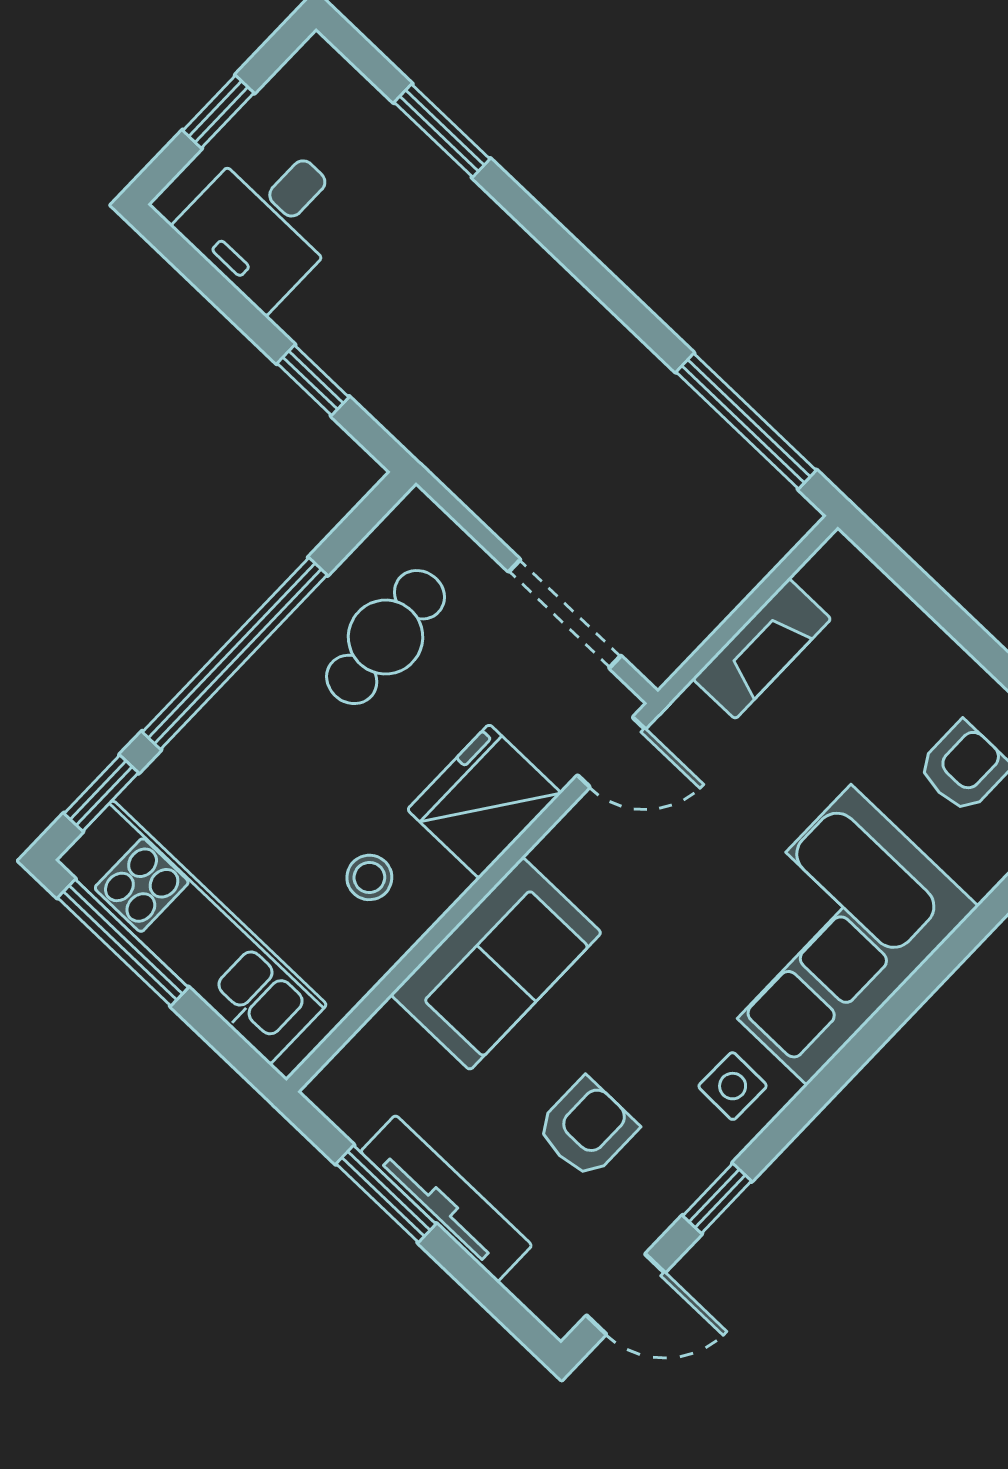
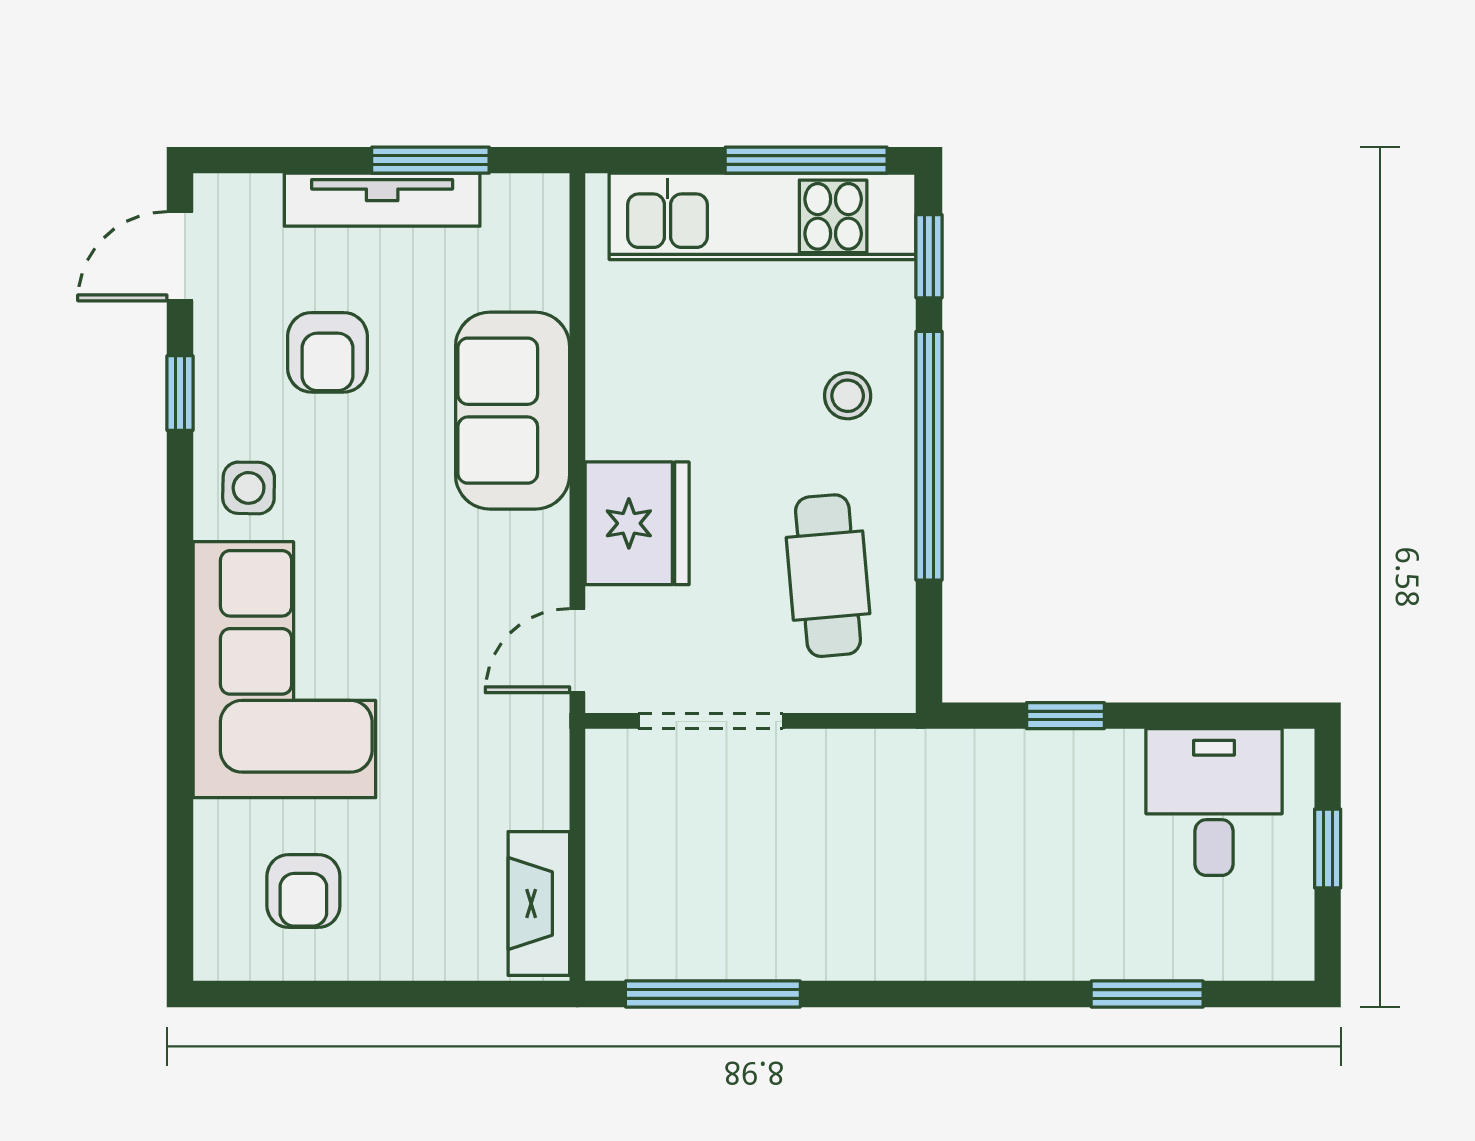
fireplace: (762, 649) -> (539, 903), moved
stool: (369, 877) -> (848, 396), moved

